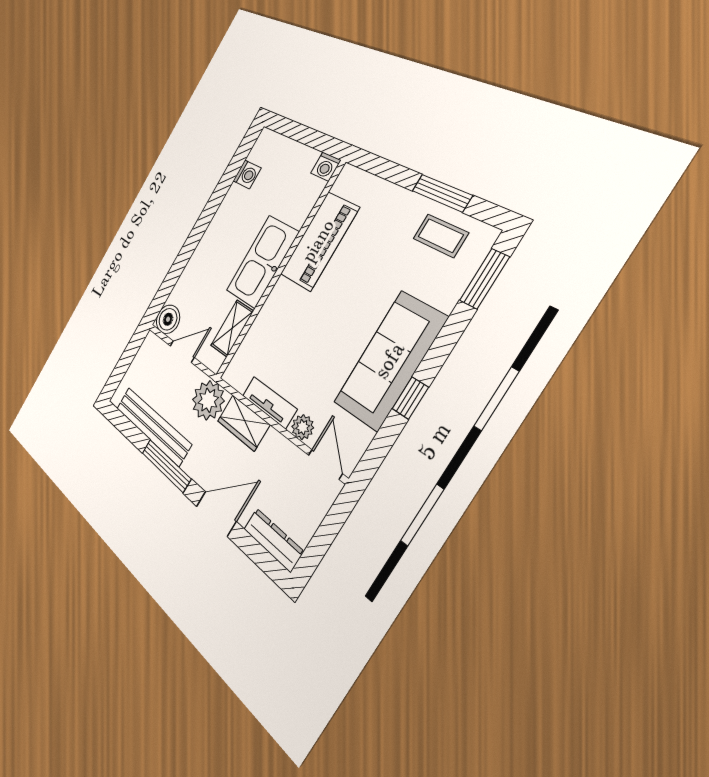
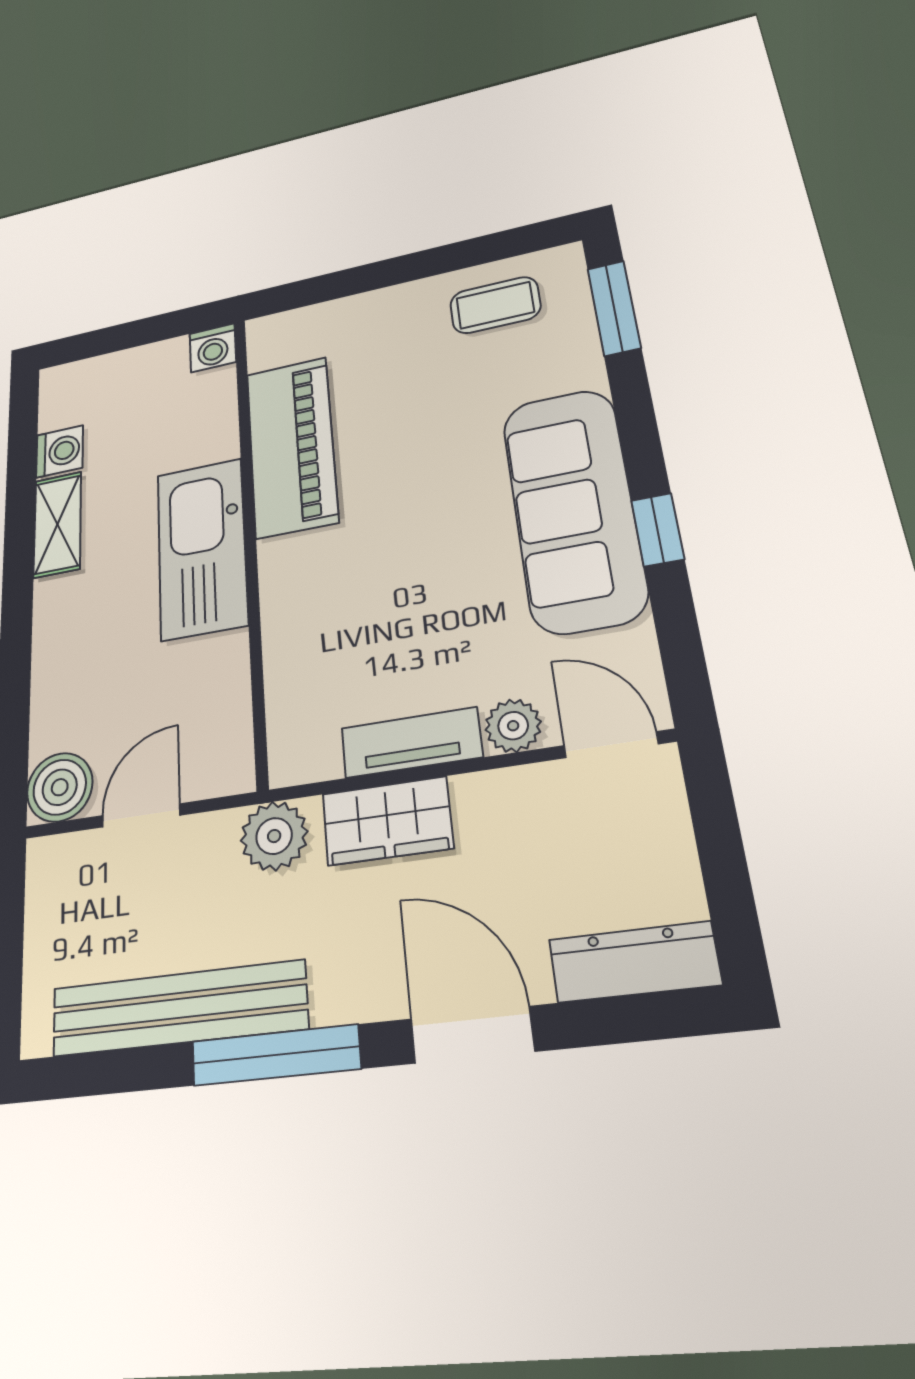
window: (442, 193) -> (447, 259), removed
shelving: (232, 328) -> (57, 524), moved
plant: (208, 400) -> (274, 836), width x0.73, depth x0.73
door: (216, 514) -> (472, 1035), hinge flipped

